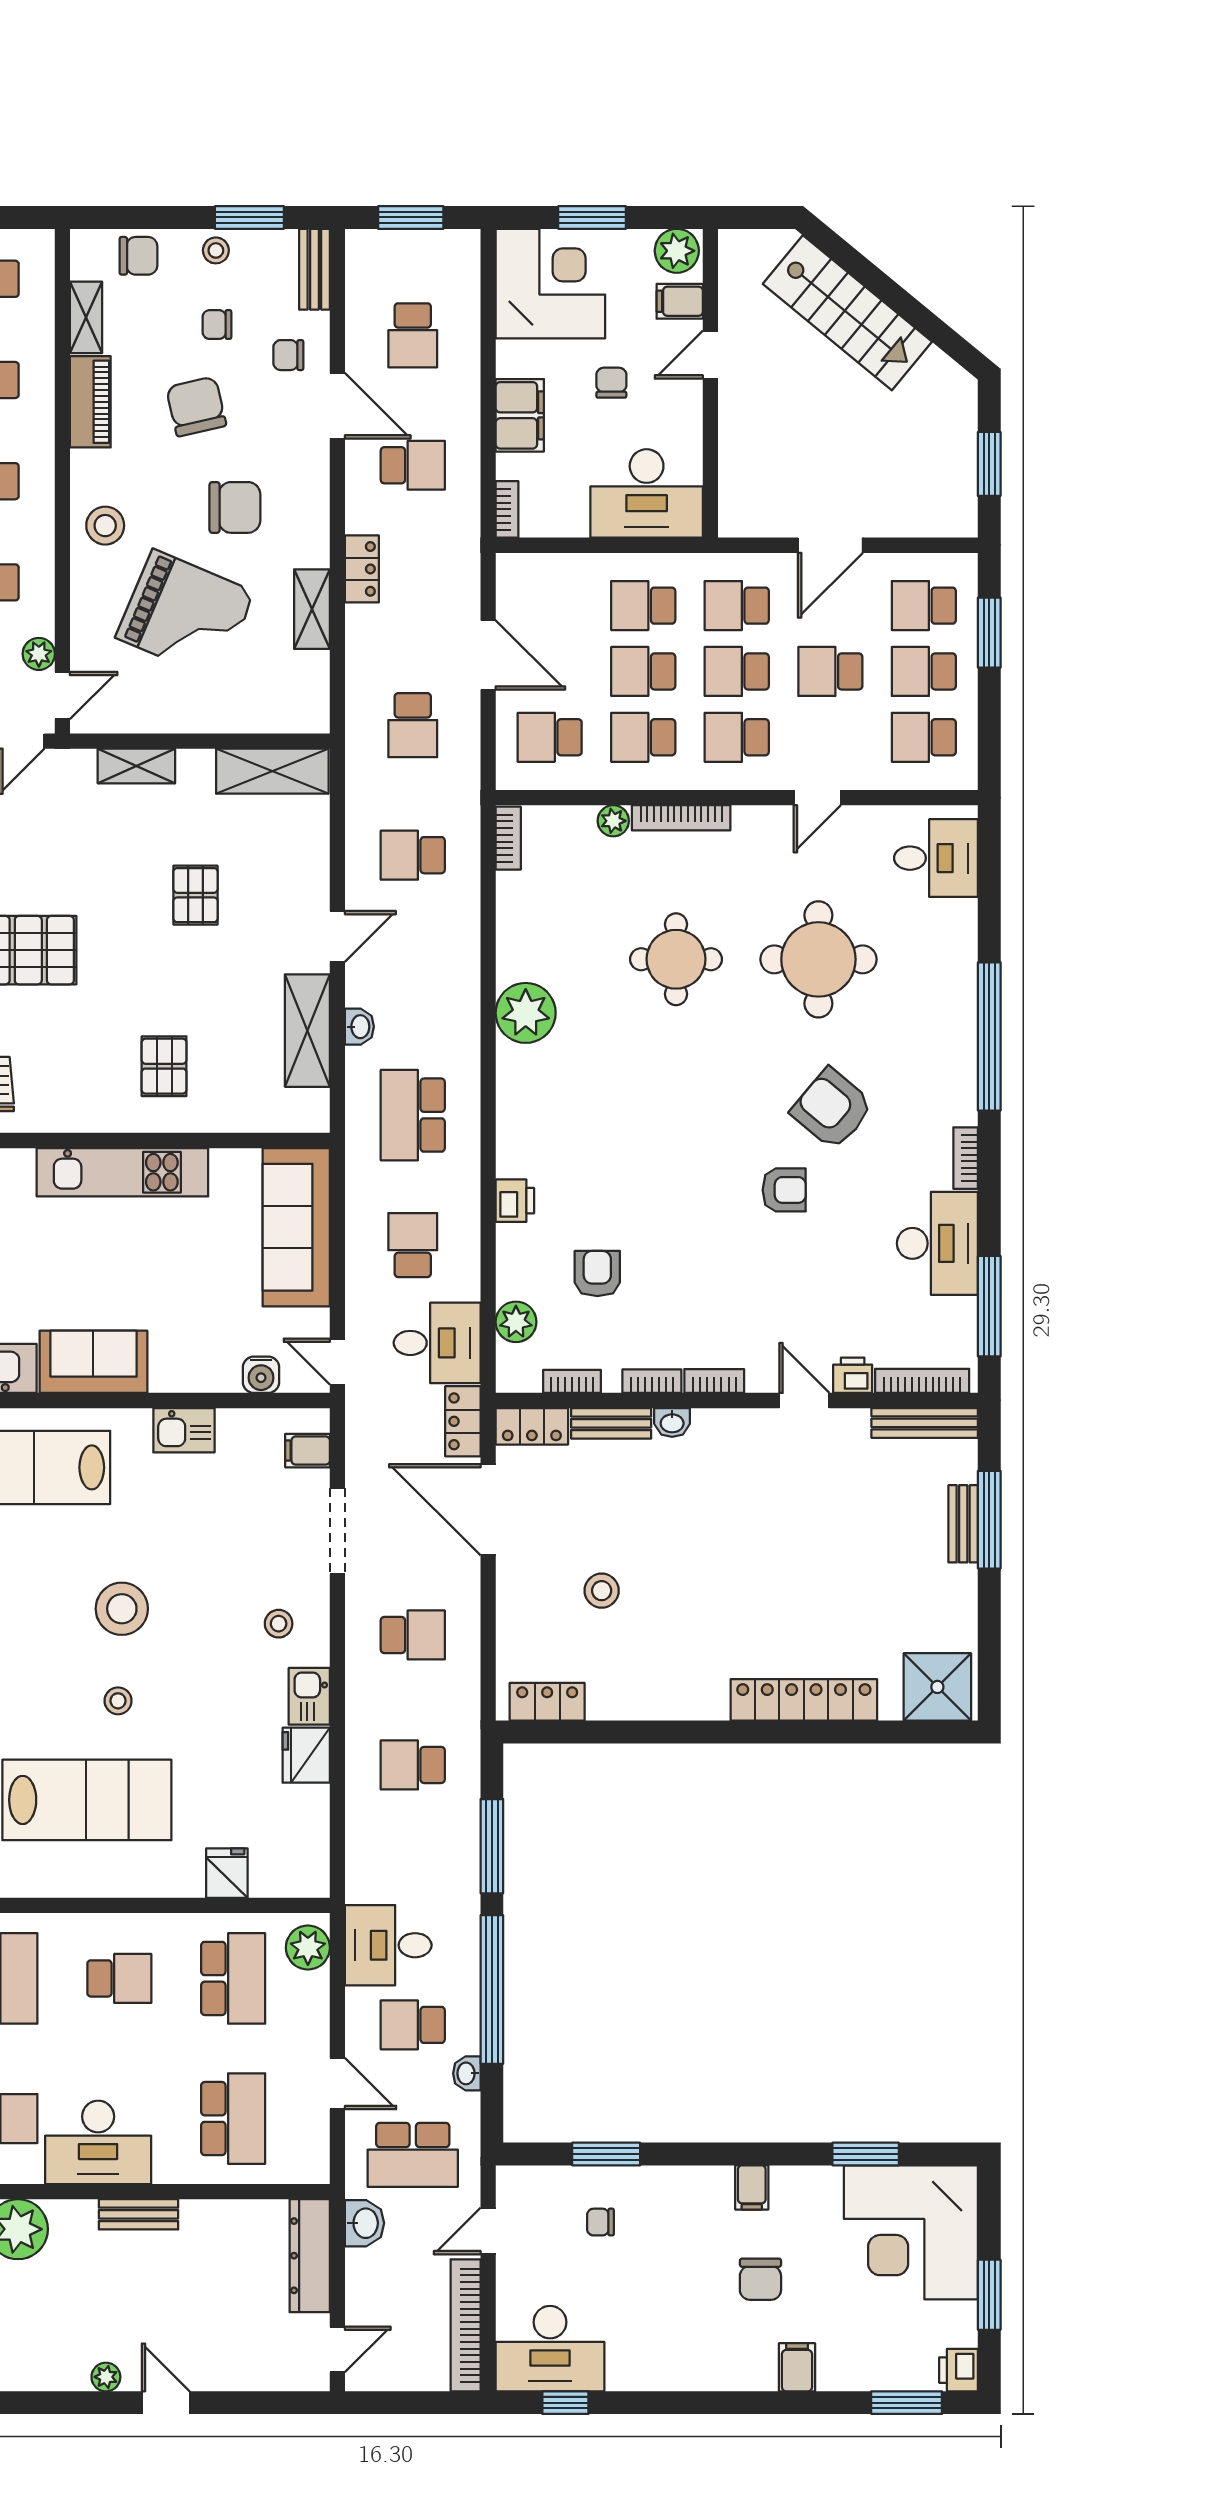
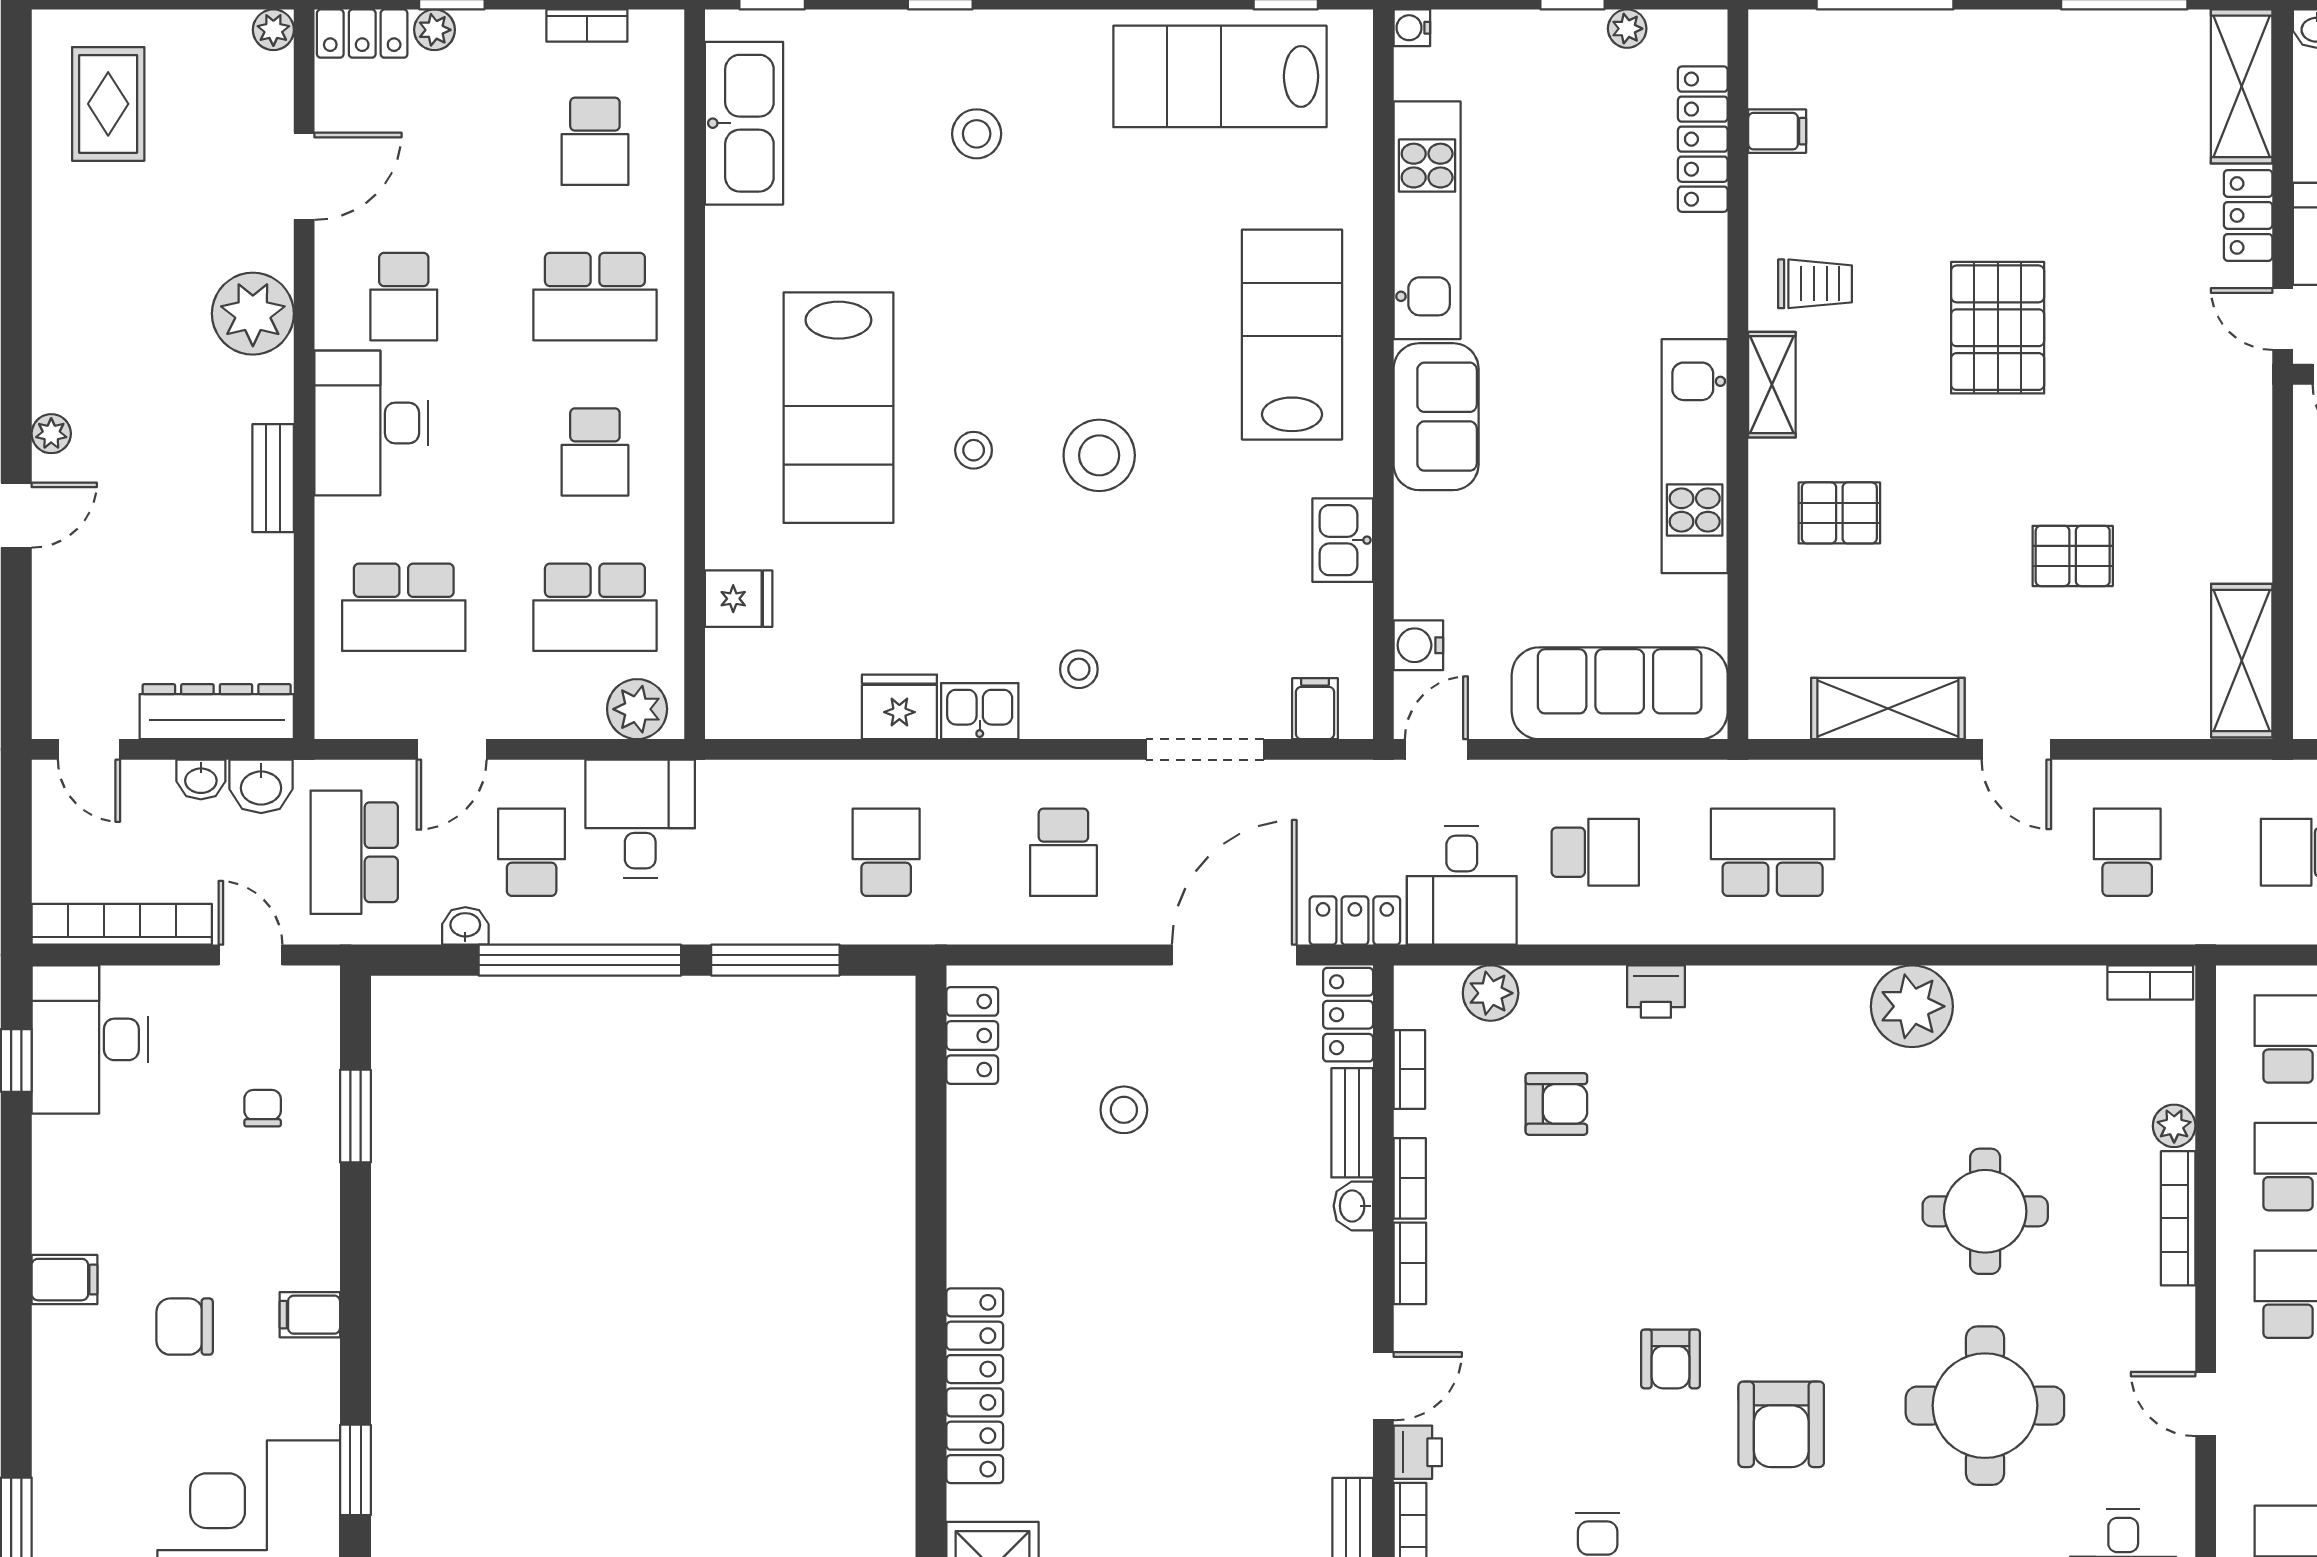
shelving: (136, 766) -> (1772, 385), moved
washbasin: (359, 1027) -> (201, 780), moved
armchair: (832, 1109) -> (1781, 1424), turned 140
filing cabinet: (797, 2367) -> (65, 1280), moved

